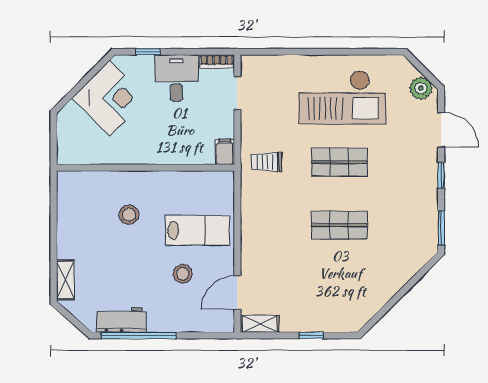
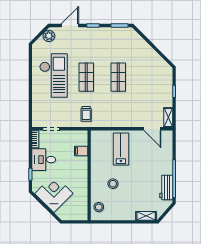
filing cabinet: (225, 152) -> (81, 151), moved
stool: (183, 274) -> (99, 207), moved

